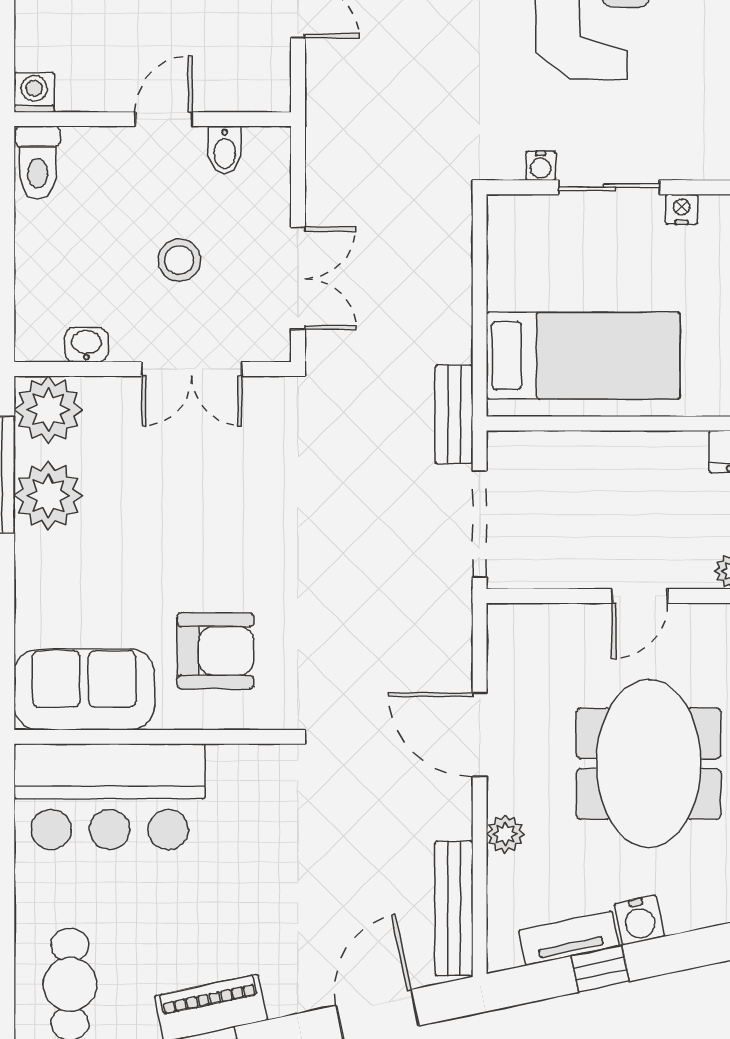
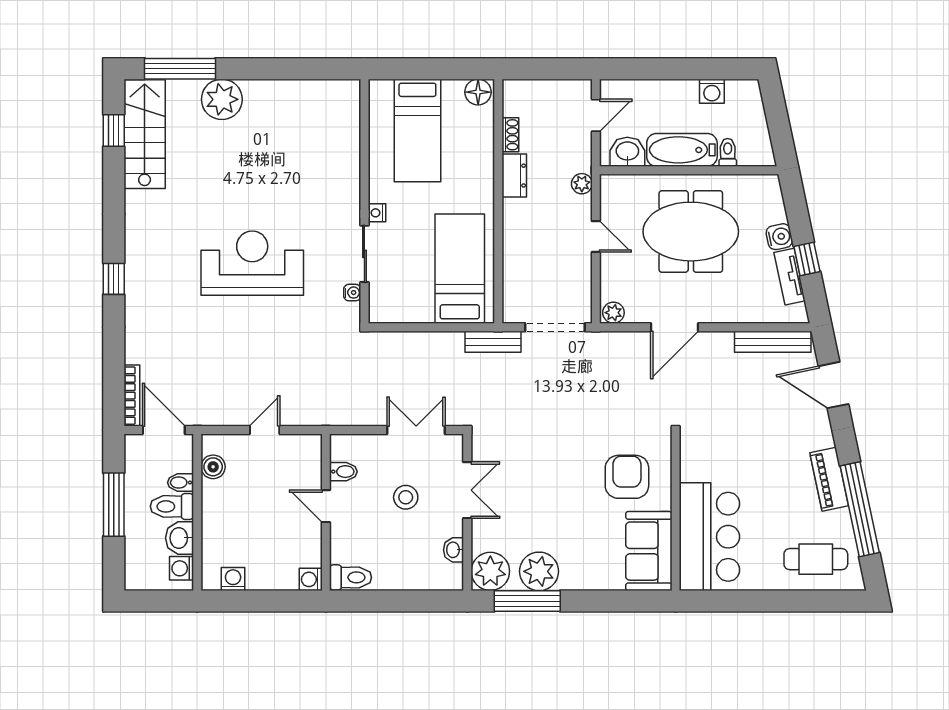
plant: (505, 834) -> (613, 313), moved

